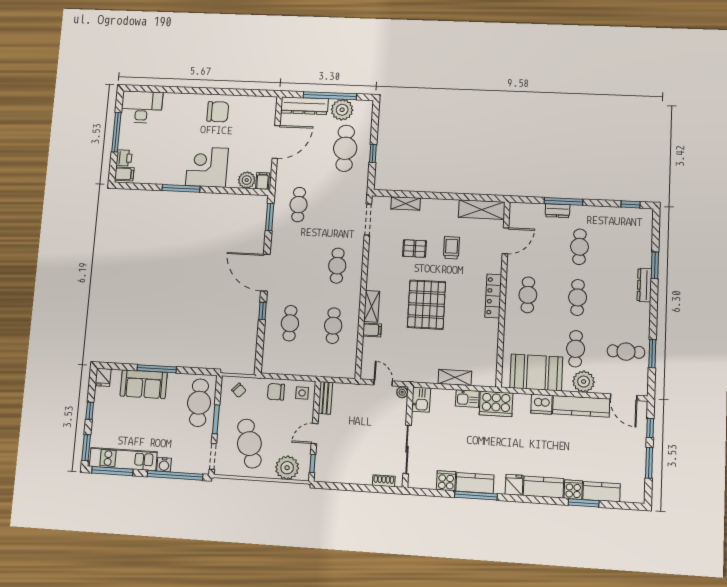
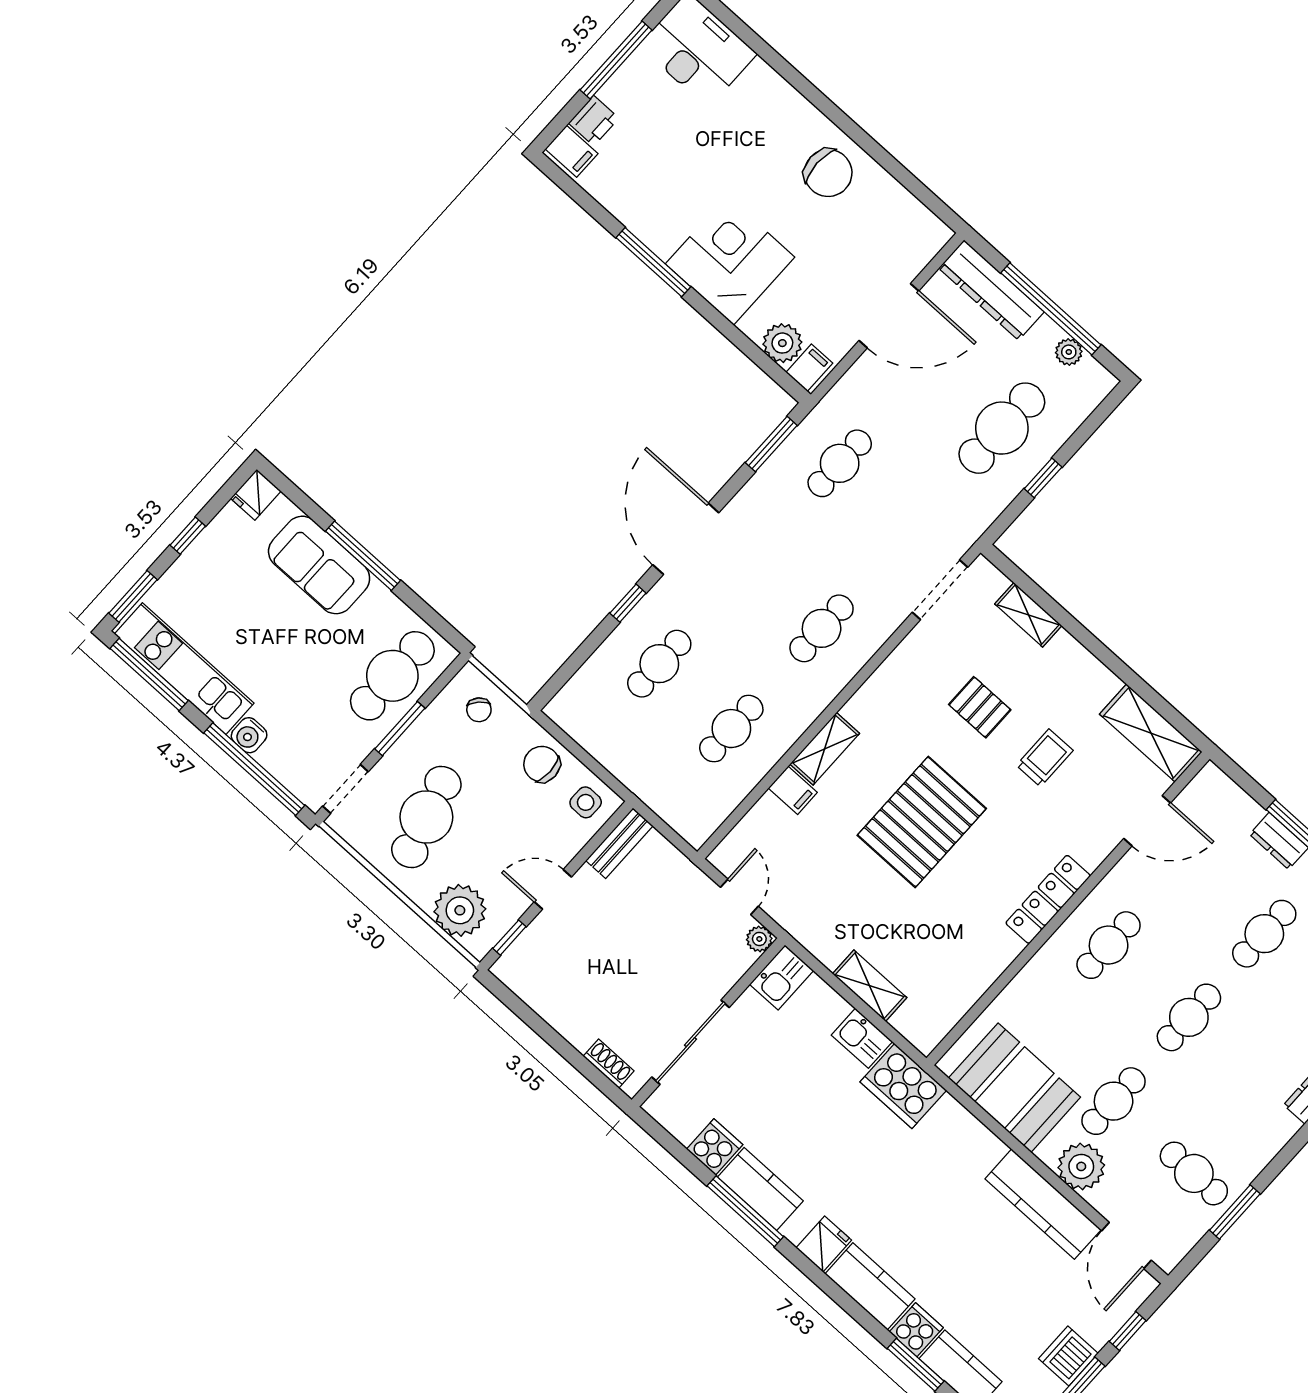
plant: (342, 110) -> (1069, 352), width x0.53, depth x0.53
dishwasher: (542, 404) -> (1068, 1356), moved, turned 90

